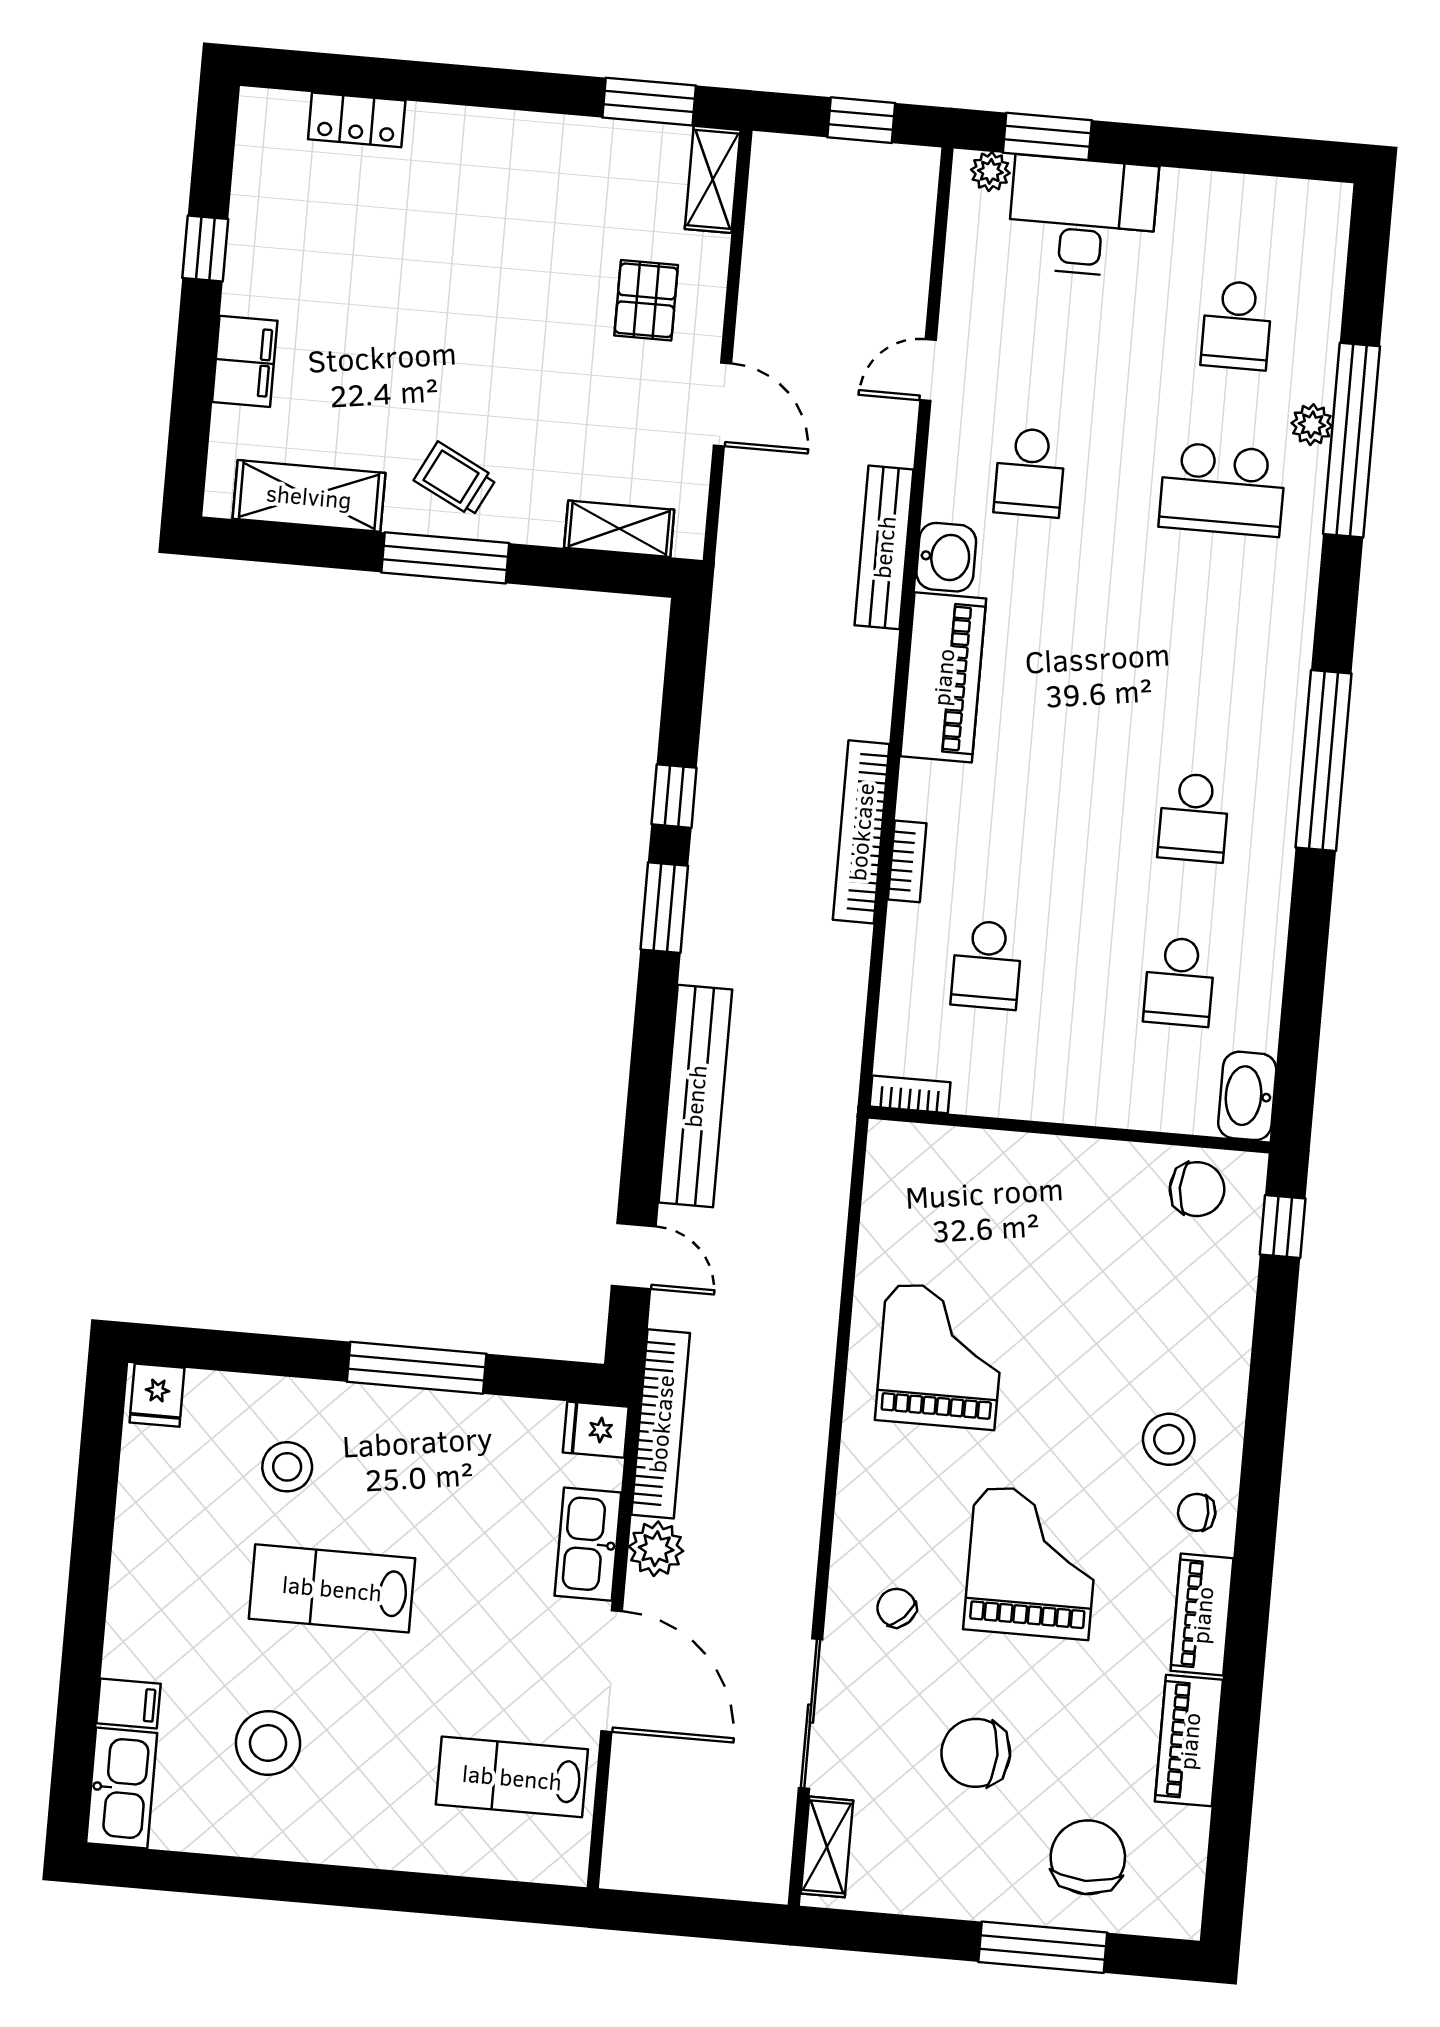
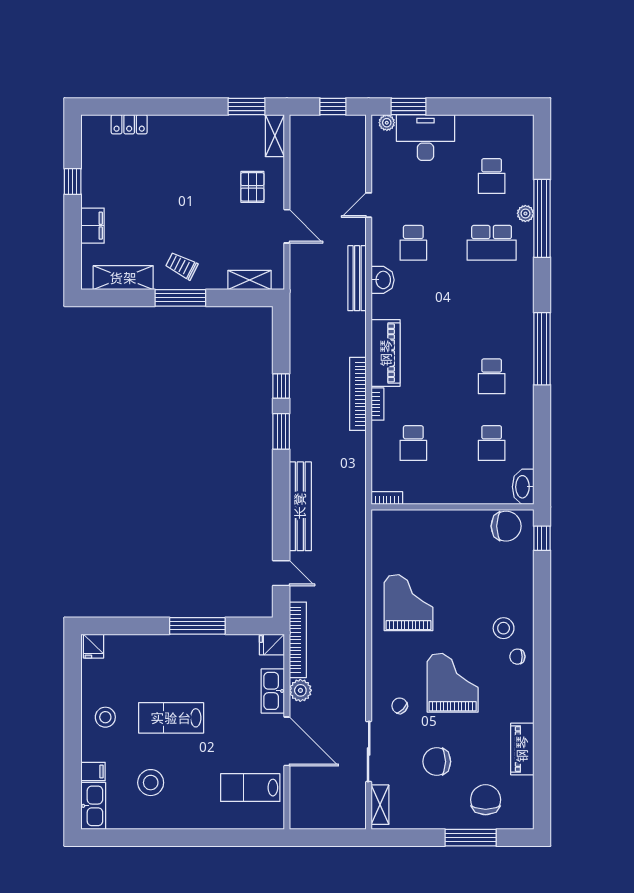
piano: (943, 677) -> (386, 353), moved
chair: (1197, 1189) -> (506, 526), width x1.37, depth x1.37
stool: (287, 1467) -> (105, 717), moved
piano: (1202, 1615) -> (523, 698), removed

